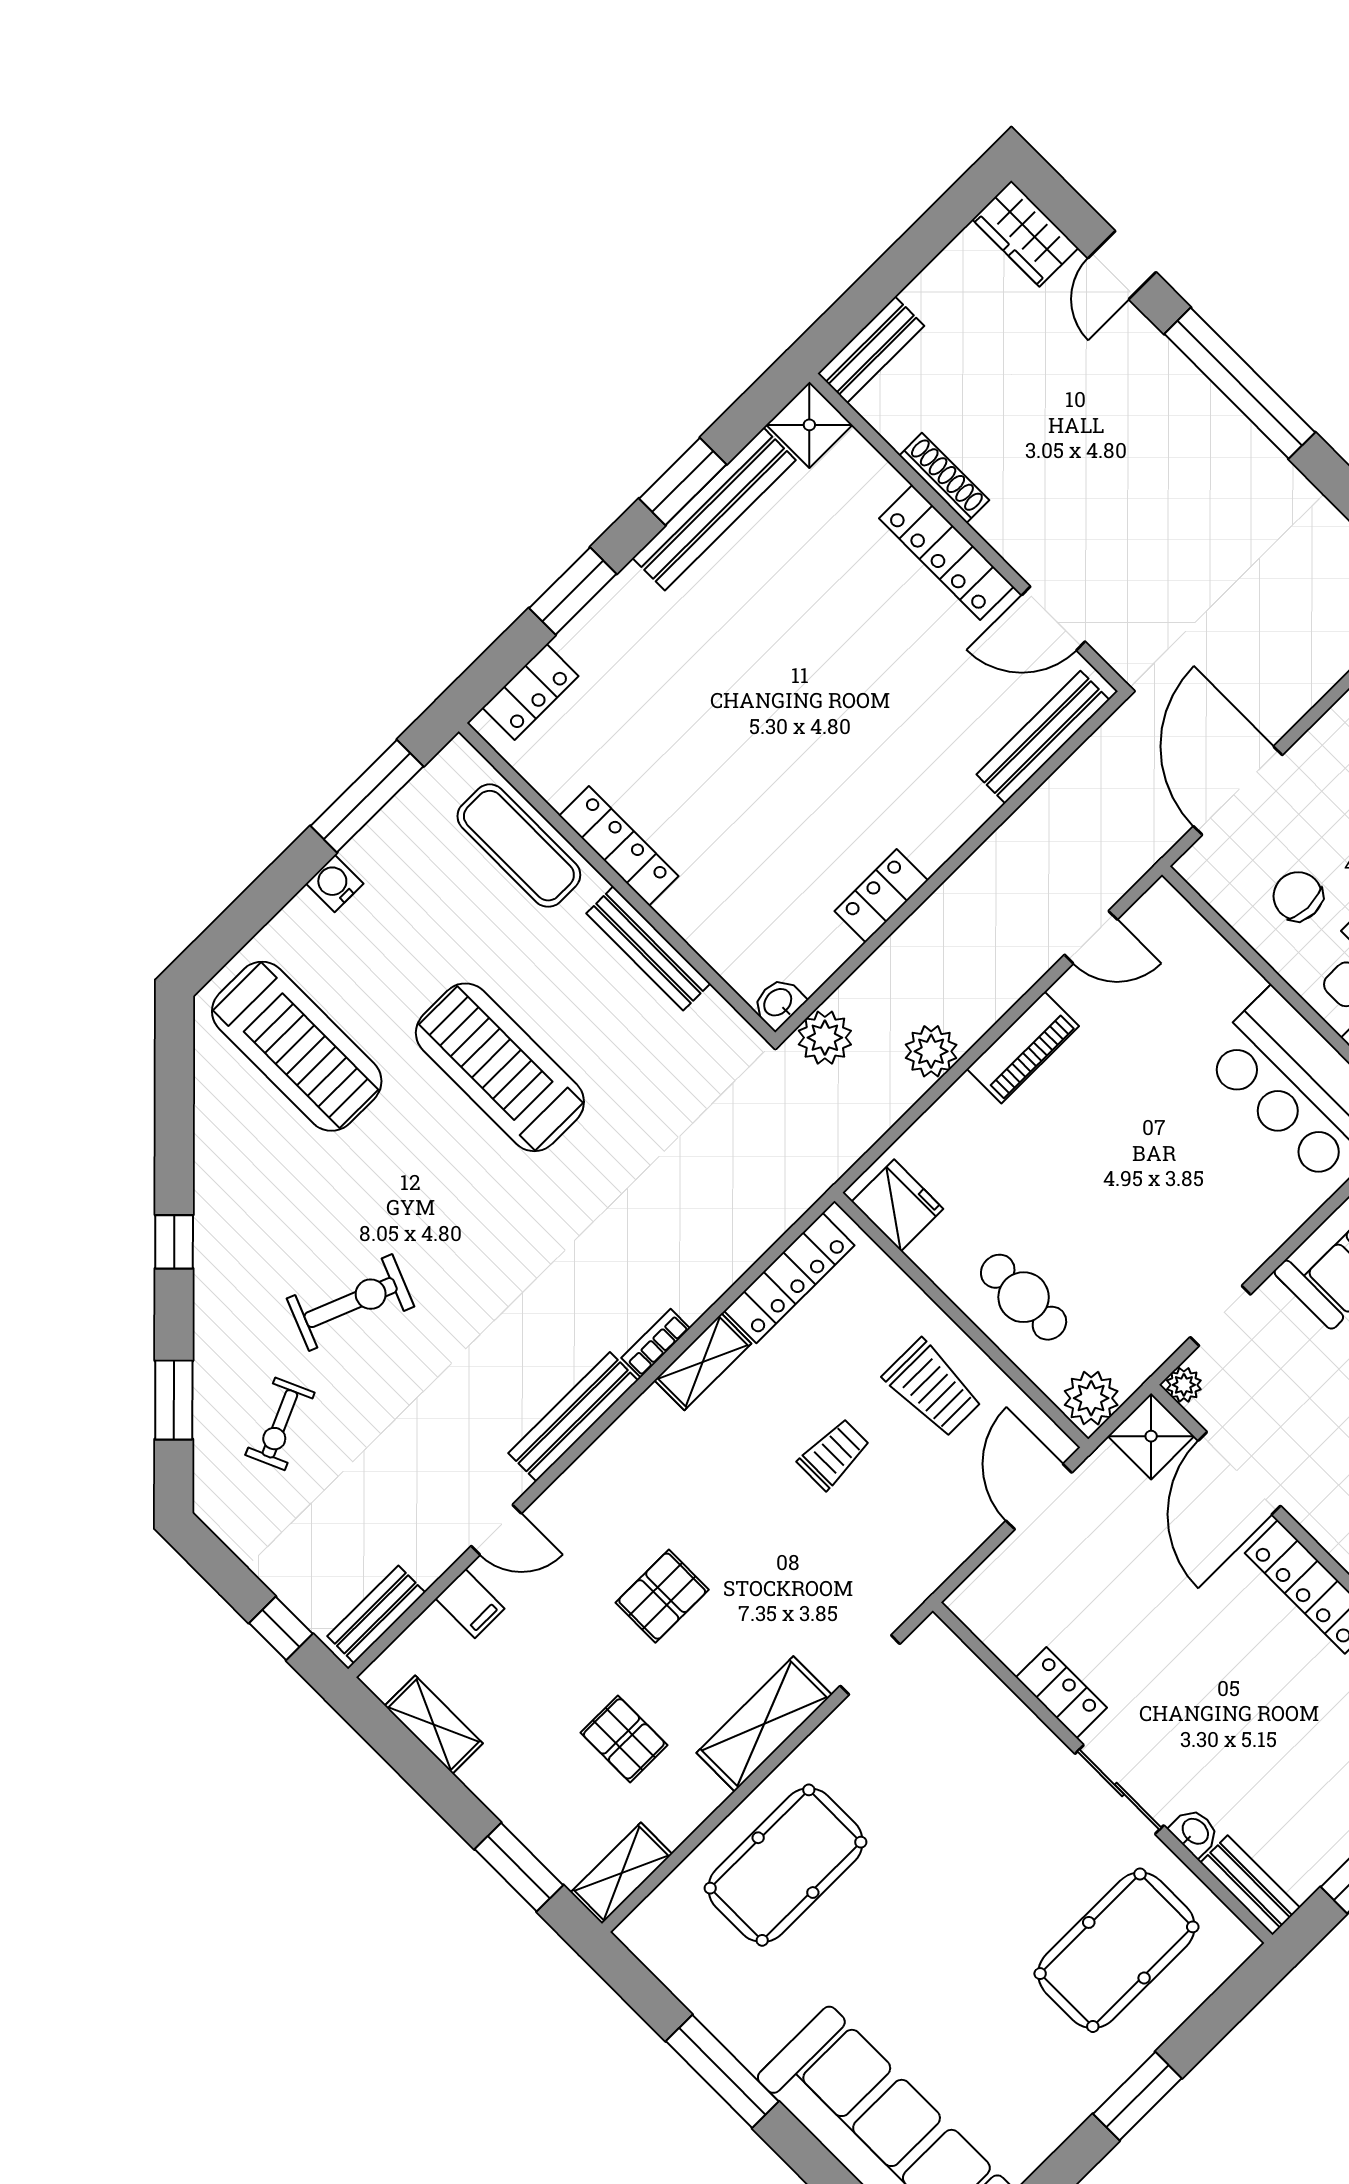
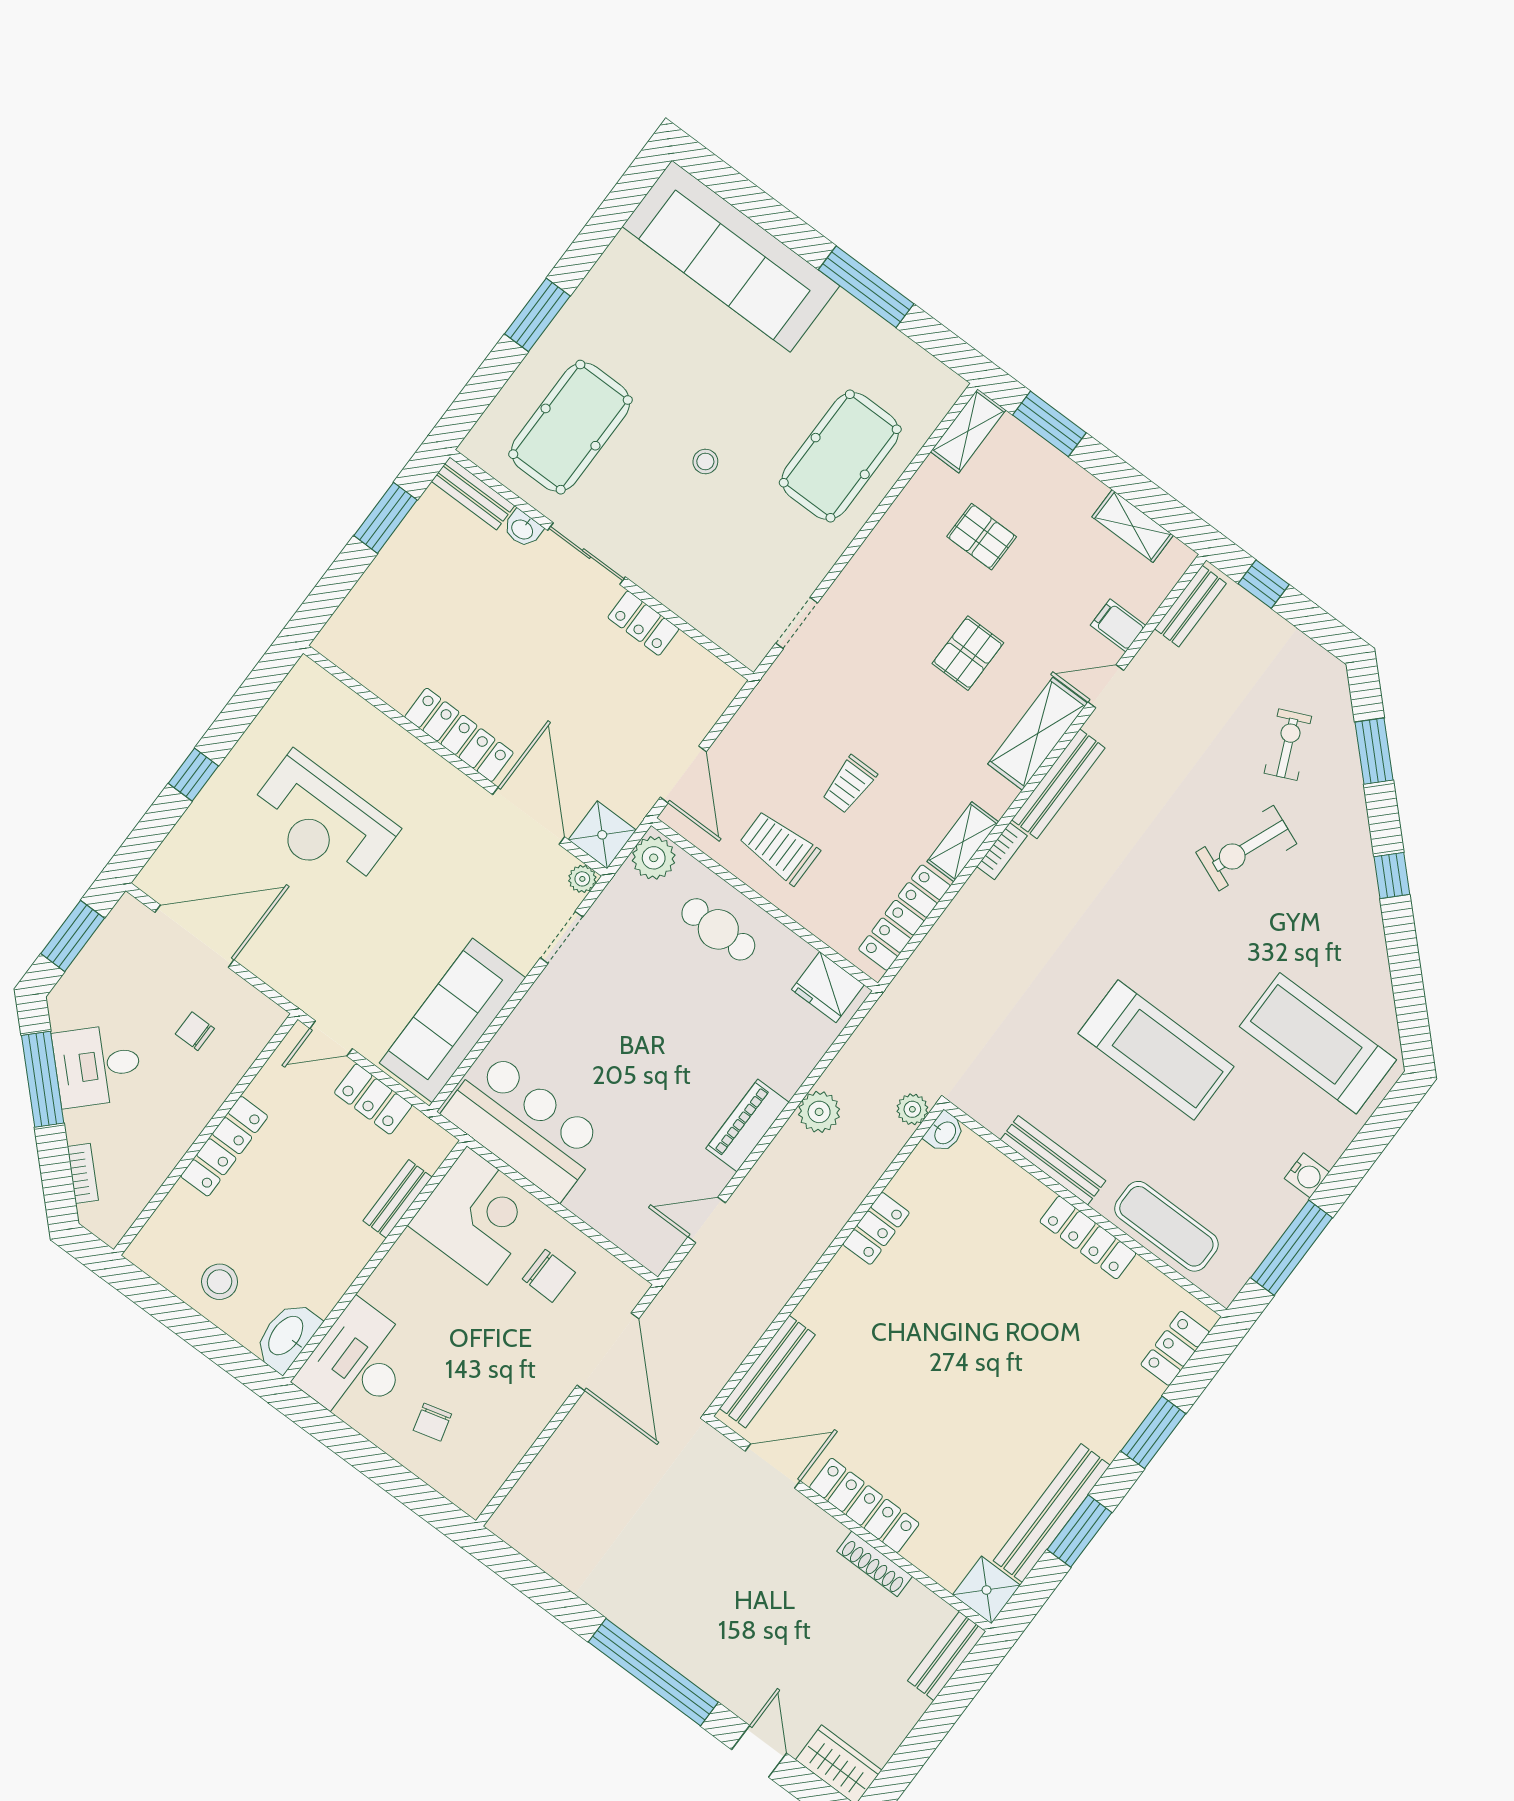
plant: (825, 1038) -> (912, 1109), width x0.73, depth x0.73
shelving: (764, 1724) -> (1038, 734), moved
stool: (955, 1883) -> (705, 462), added

